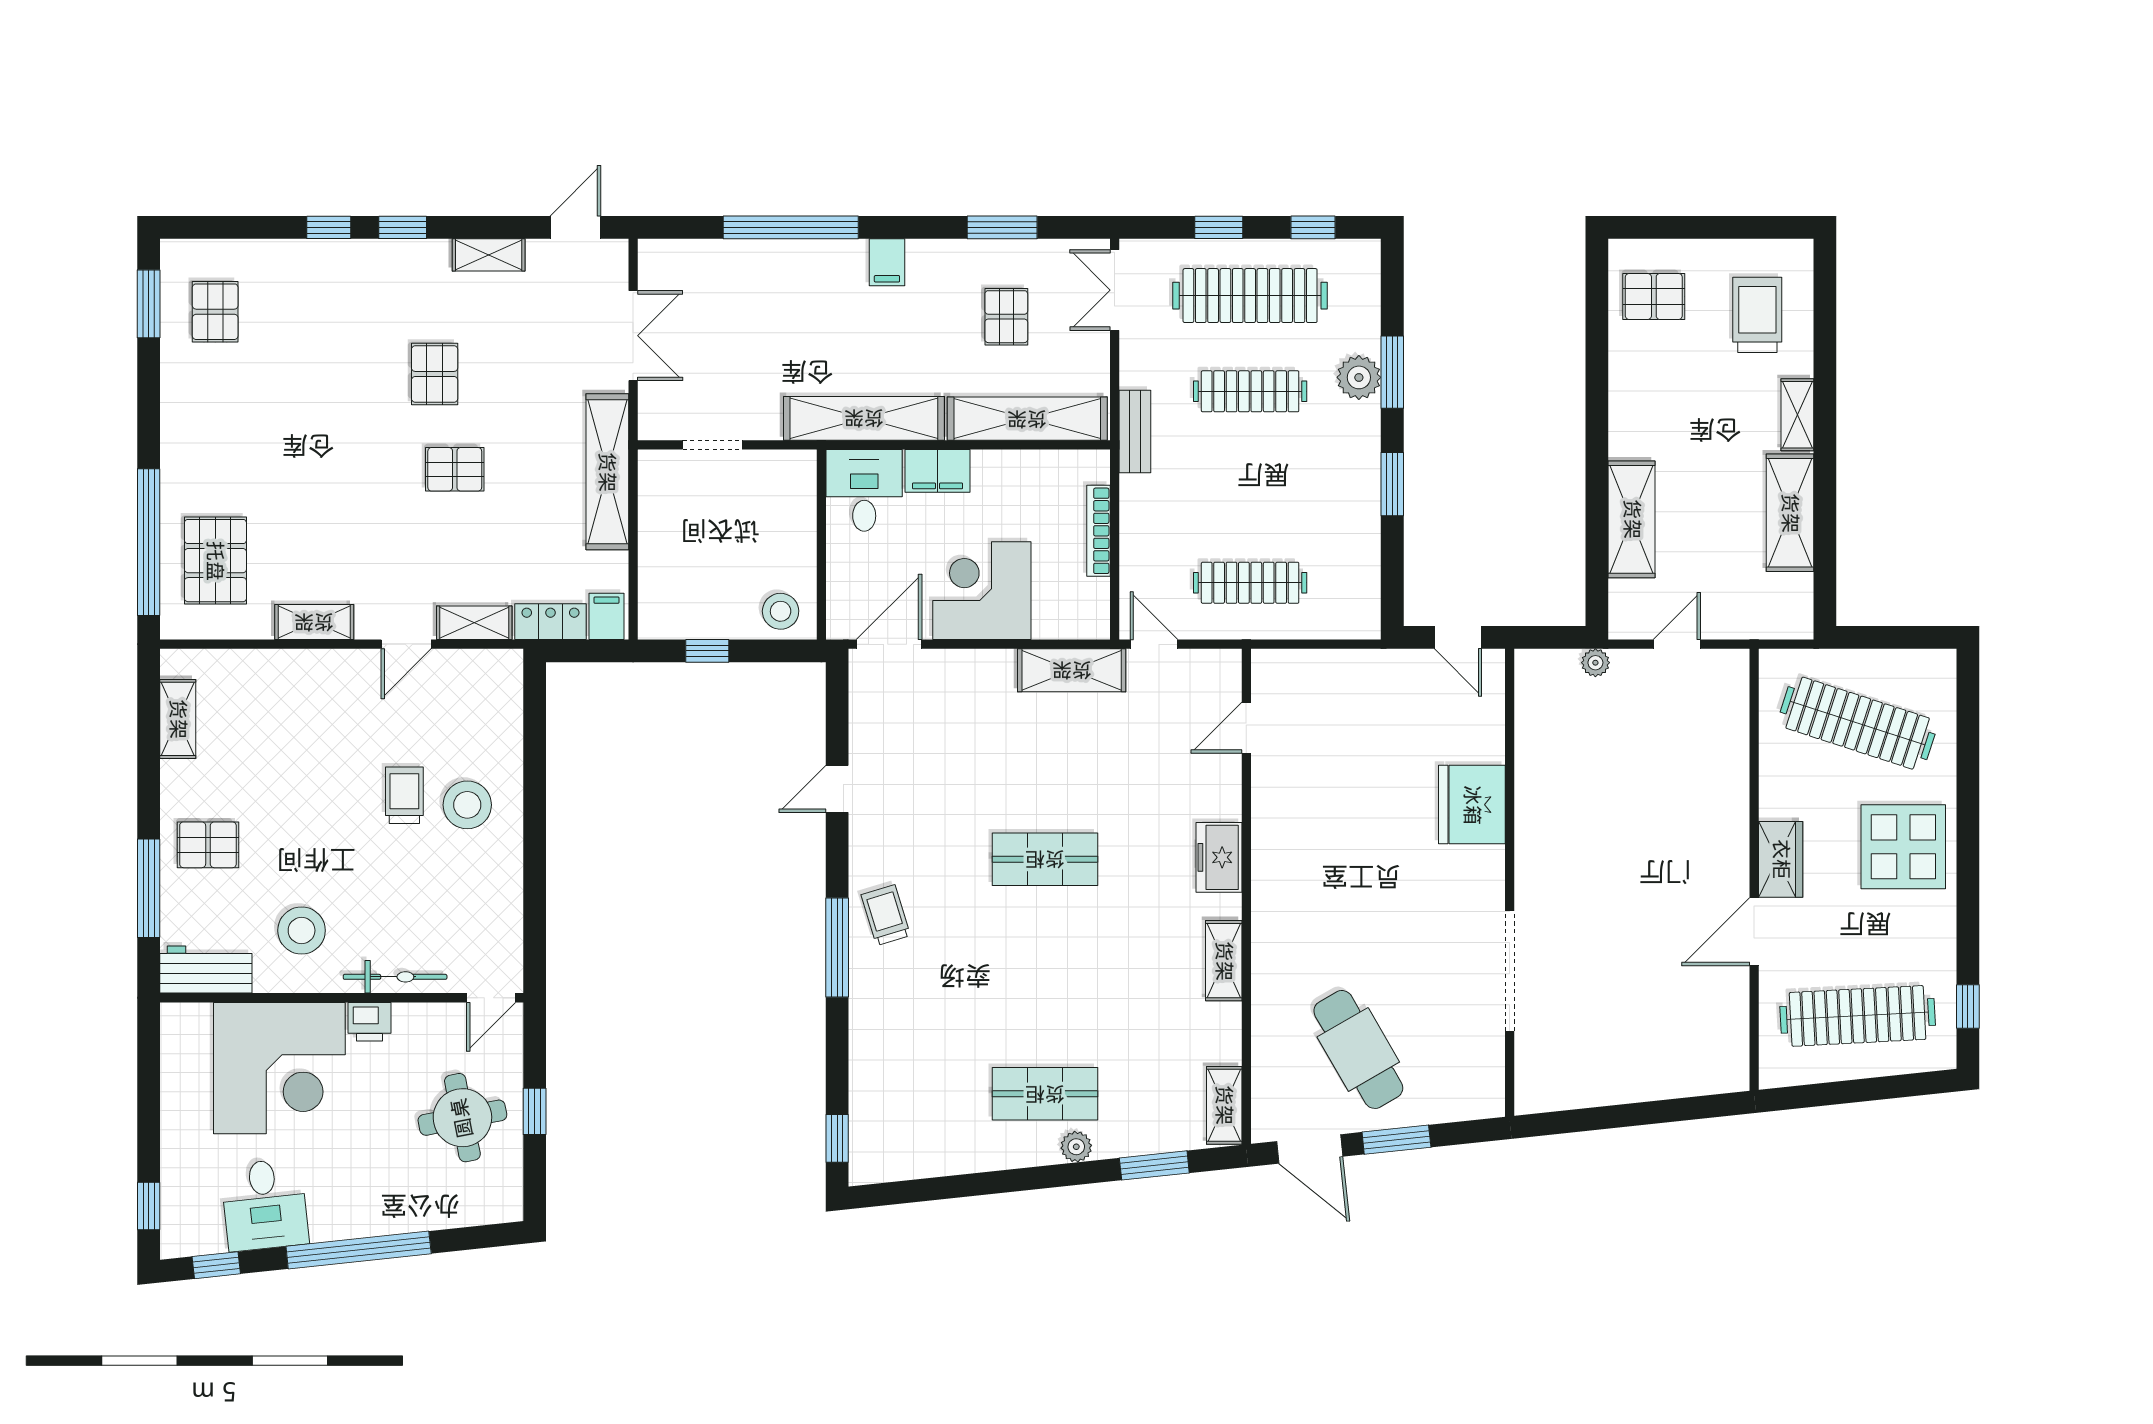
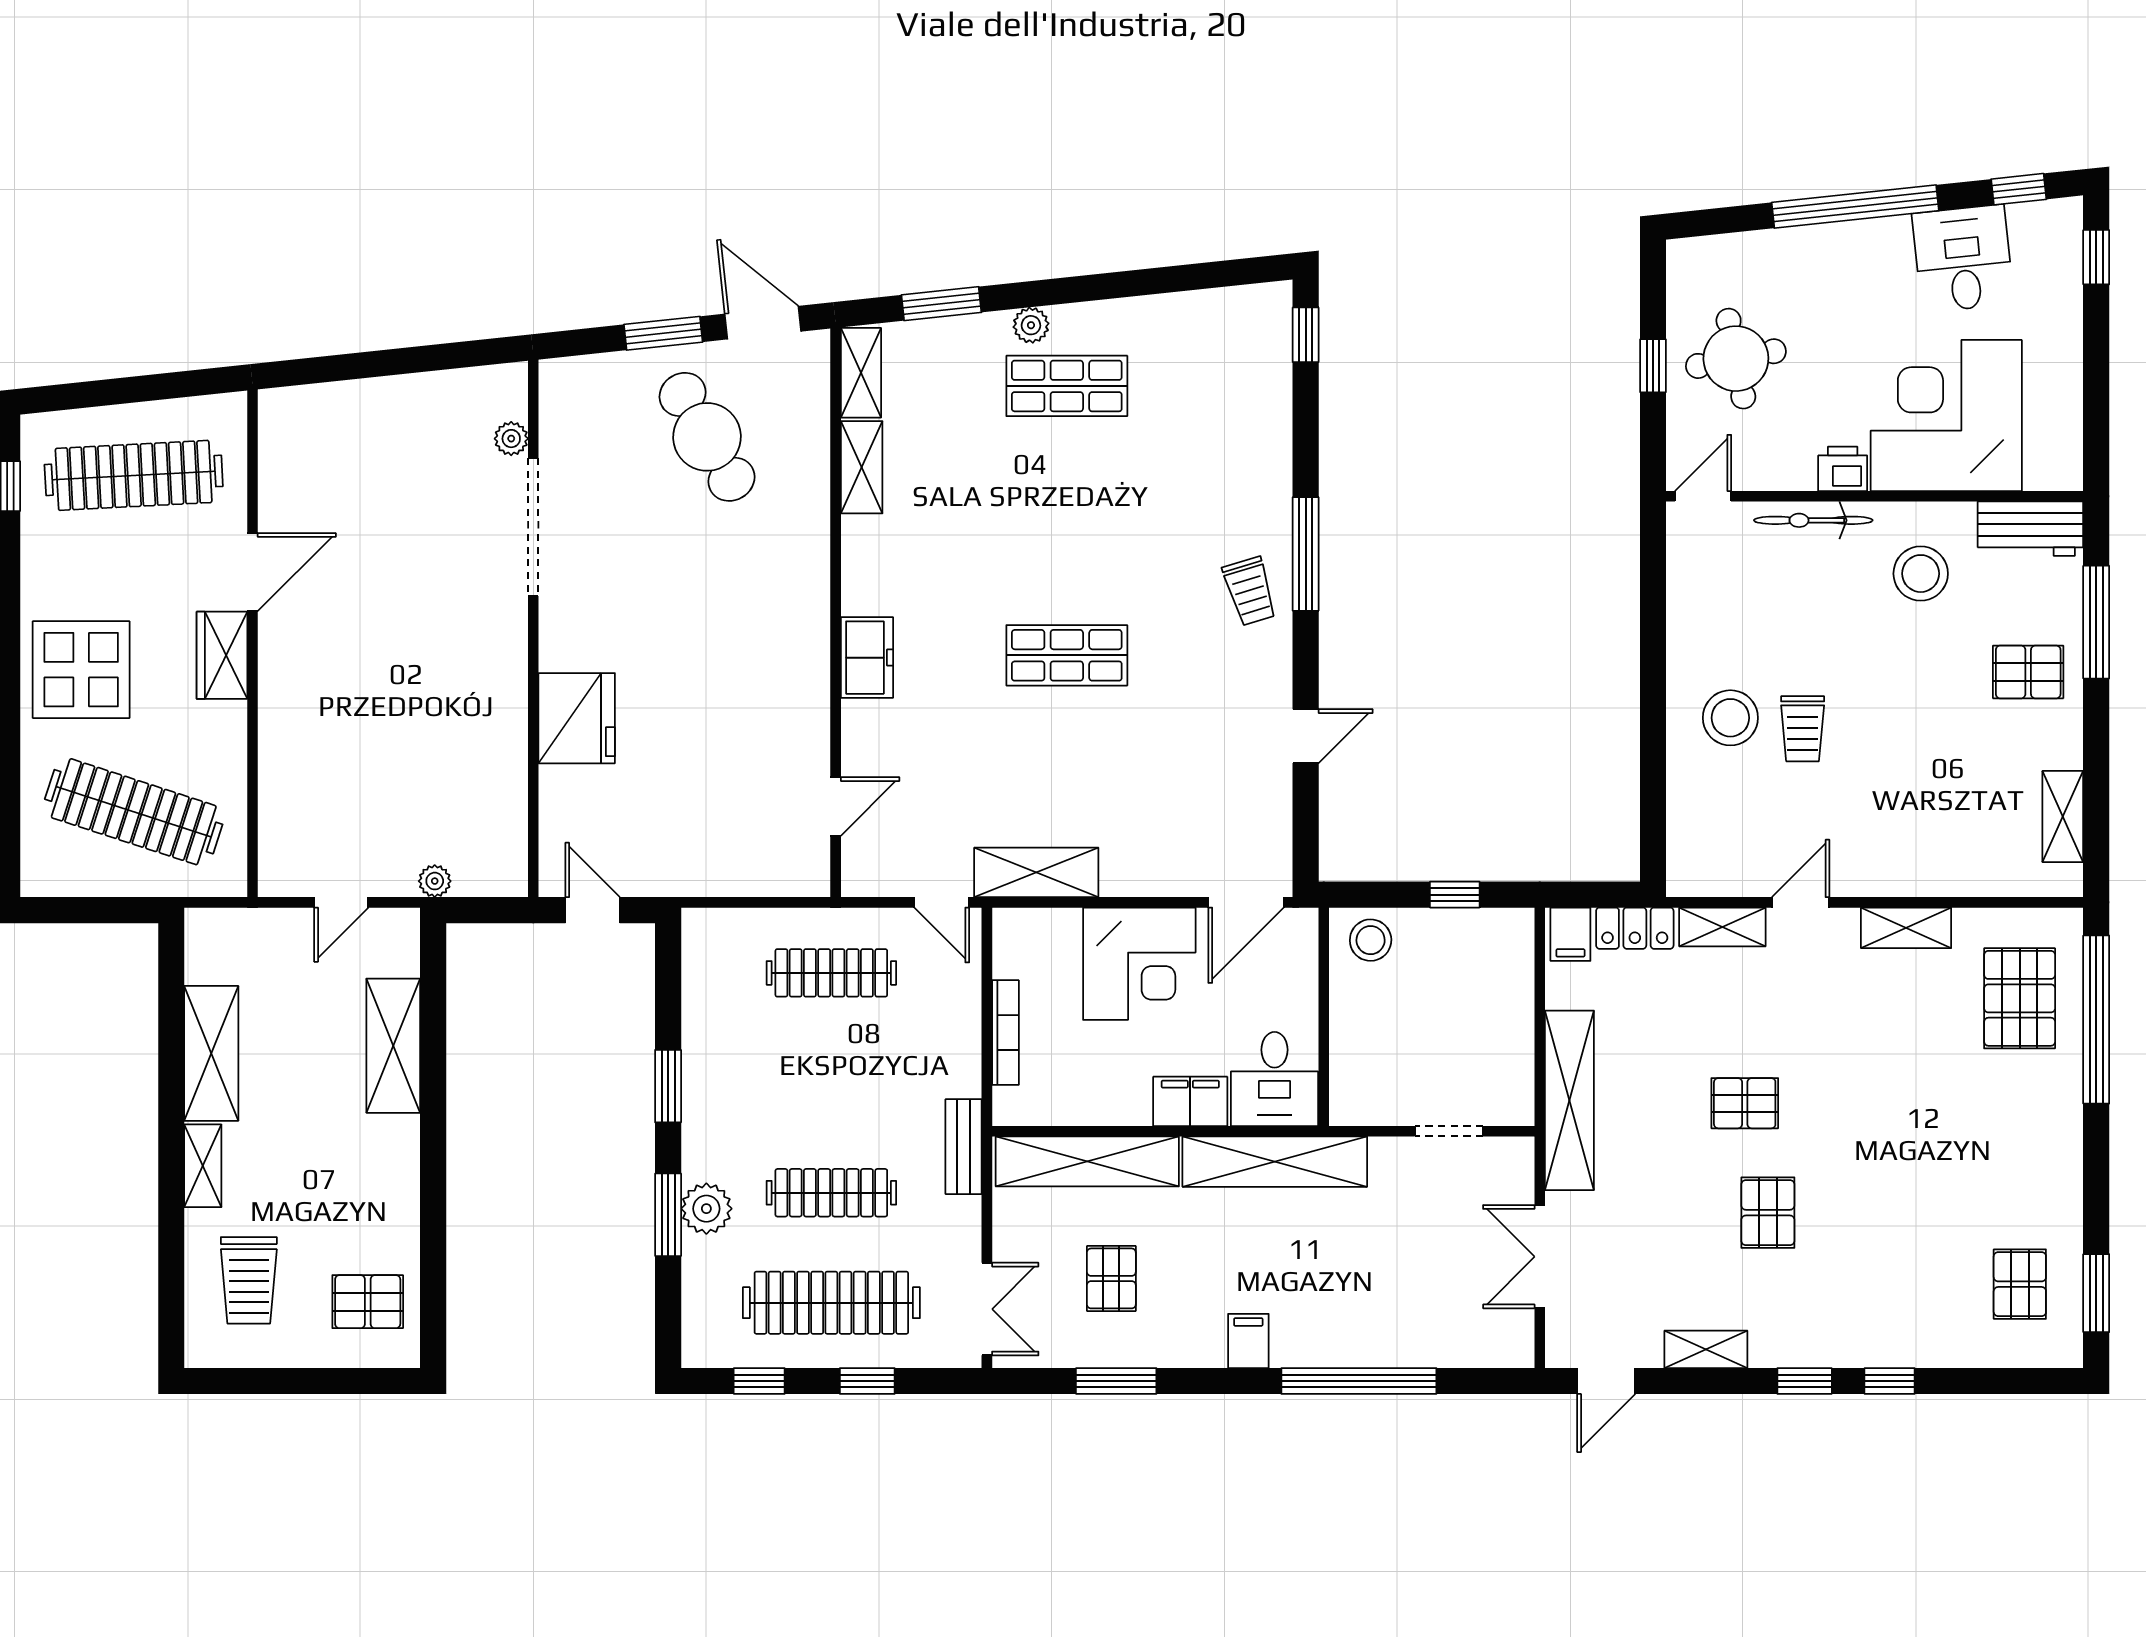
shelving: (1224, 961) -> (862, 467), moved
plant: (1529, 1048) -> (511, 439), added

